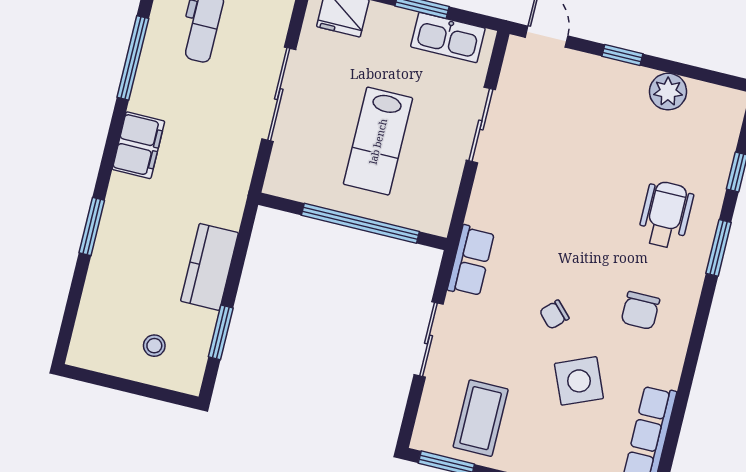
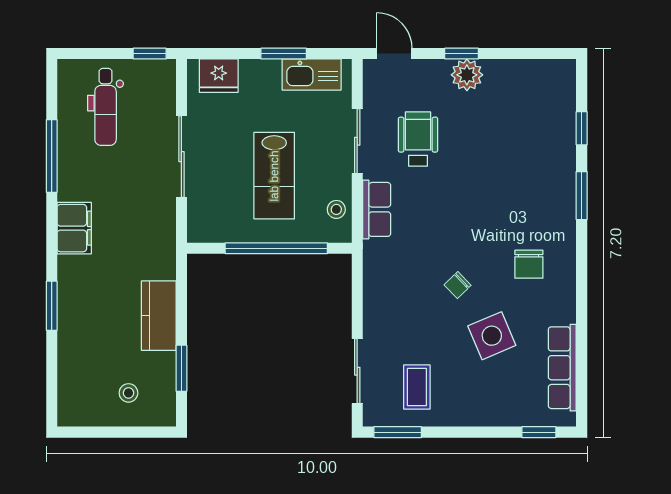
plant: (668, 92) -> (467, 75), moved
stool: (439, 196) -> (336, 209), added
wheelchair: (666, 215) -> (418, 139), moved
row of seats: (471, 261) -> (377, 209), moved
sliding door: (429, 340) -> (357, 371), moved
coffee table: (481, 418) -> (417, 387), width x0.73, depth x0.77

